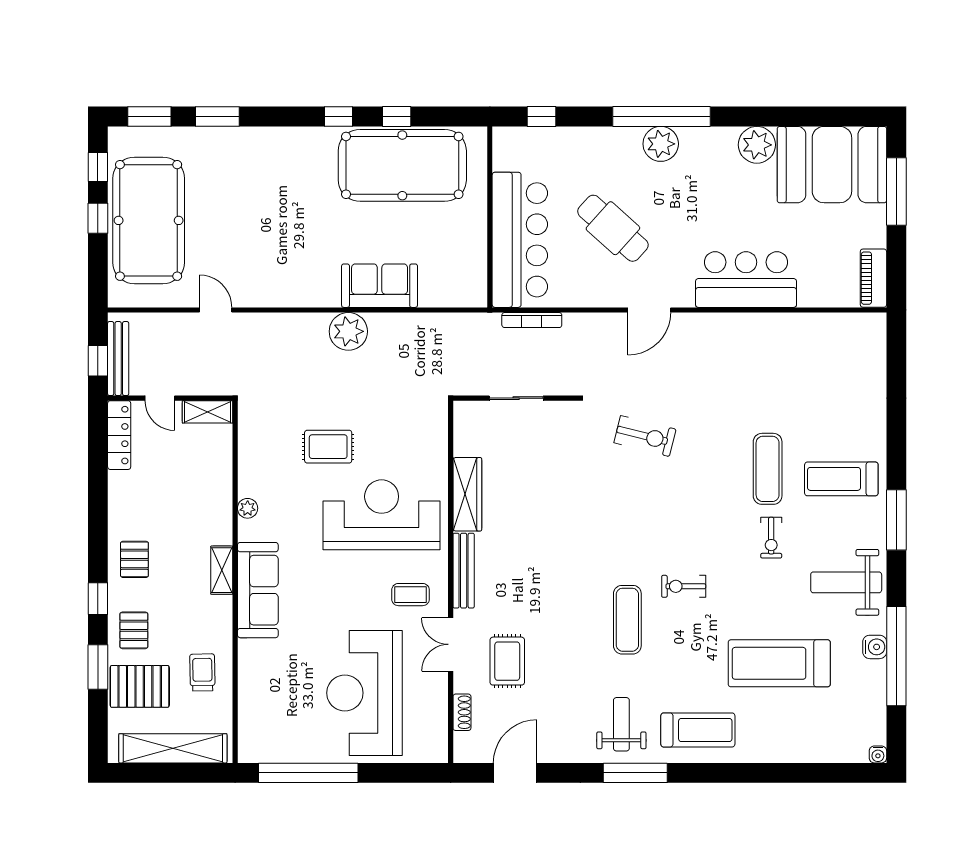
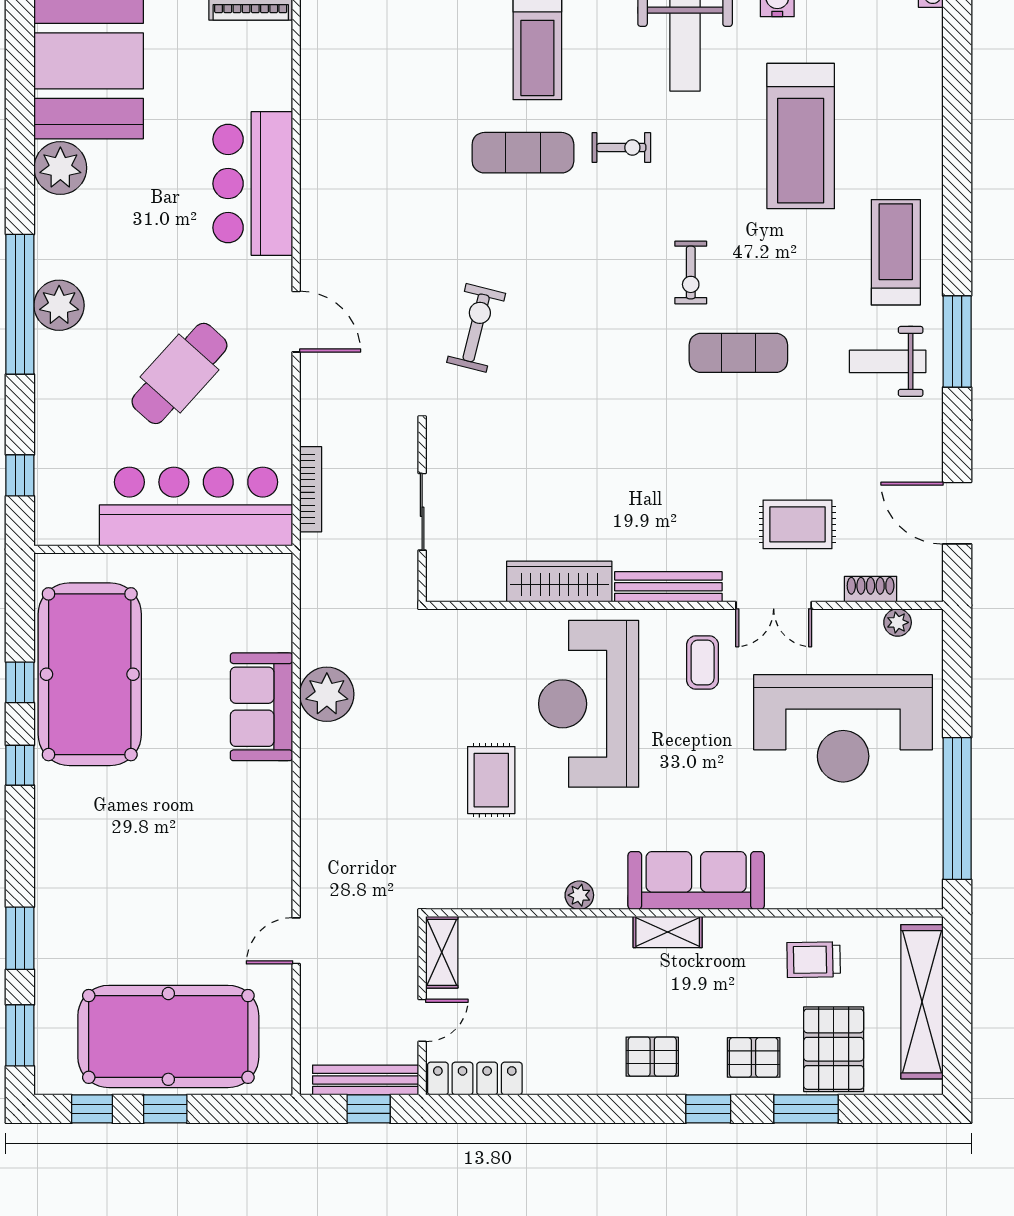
plant: (348, 331) -> (327, 694), moved
plant: (439, 731) -> (898, 622), added

